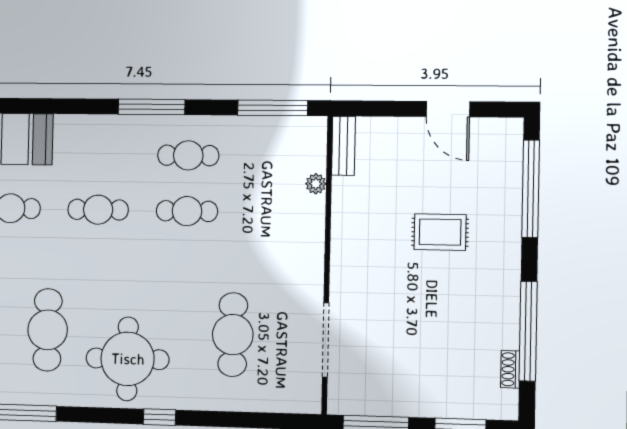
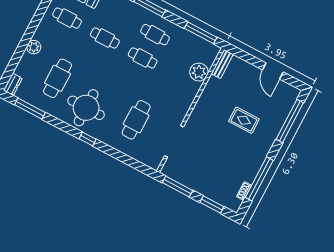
plant: (316, 184) -> (199, 72), width x1.88, depth x1.88

